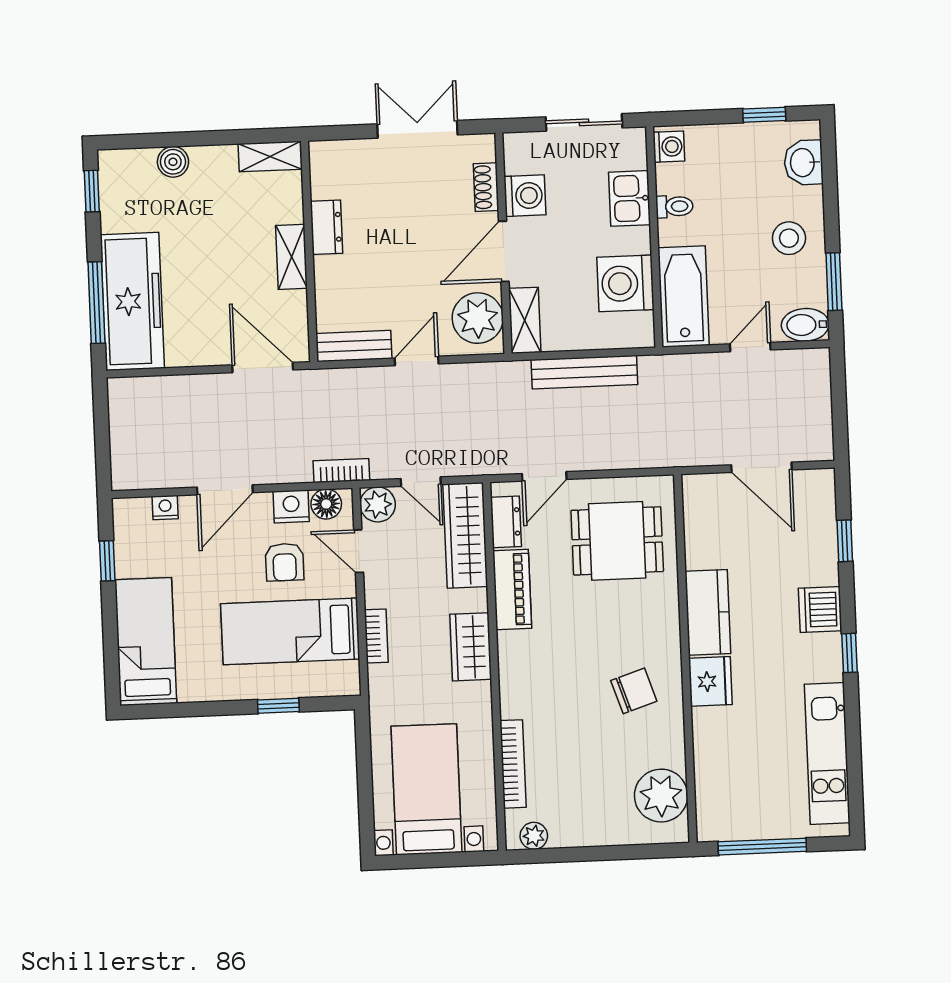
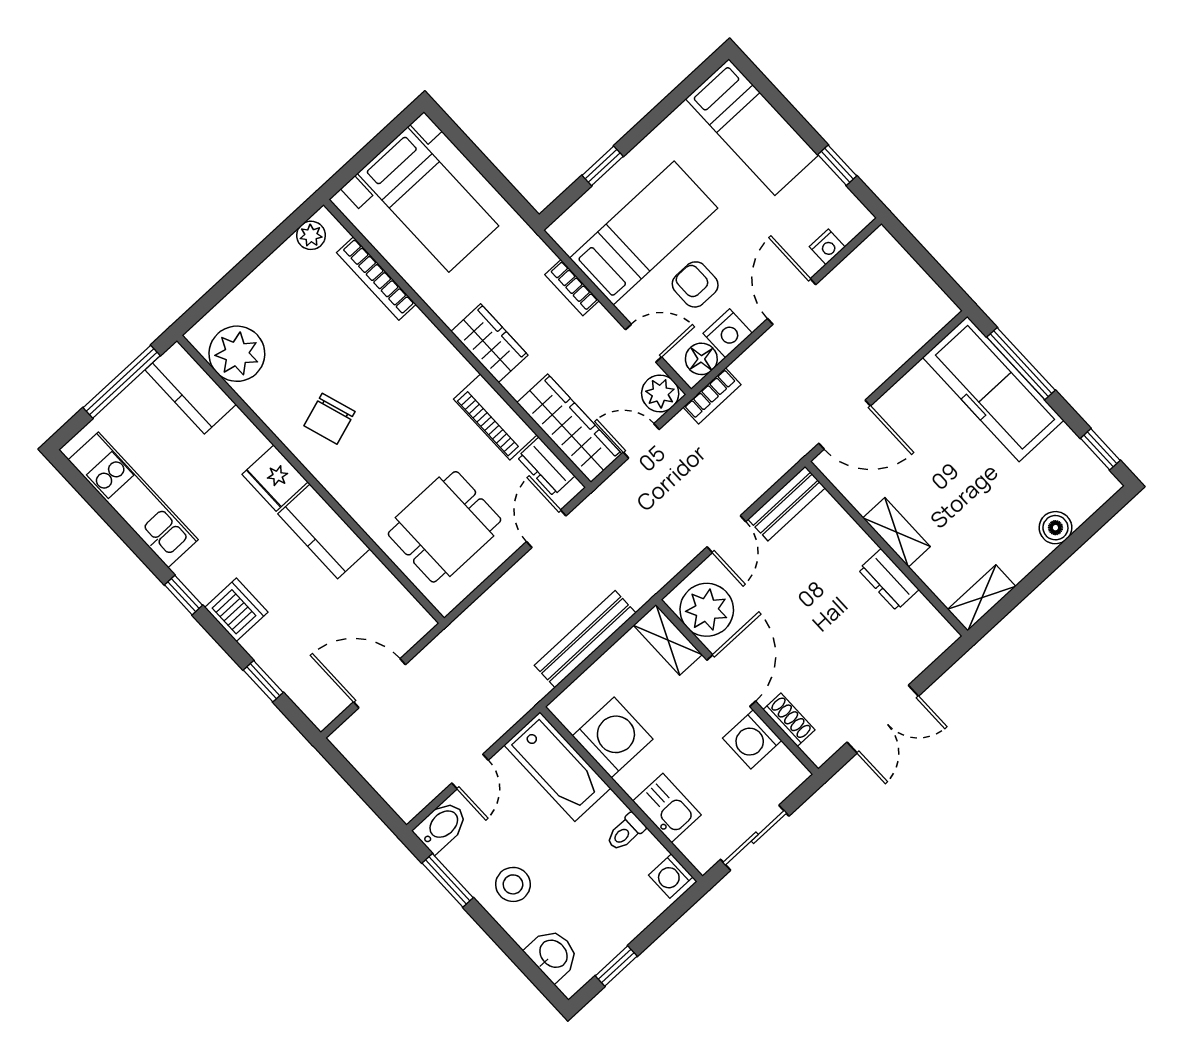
kitchen counter: (716, 800) -> (191, 387), added

